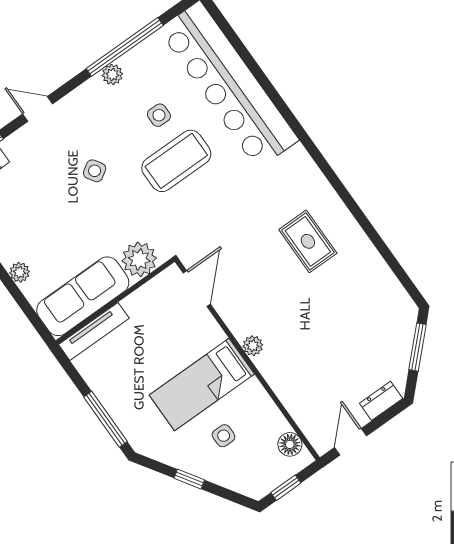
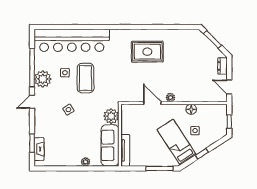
plant: (112, 75) -> (43, 79), width x1.87, depth x1.87
door: (38, 109) -> (32, 102), moved
rug: (308, 241) -> (147, 52), width x1.36, depth x1.43
door: (197, 288) -> (152, 103), moved
bed: (202, 384) -> (177, 142), moved, turned 147
floor lamp: (290, 444) -> (191, 109), moved

